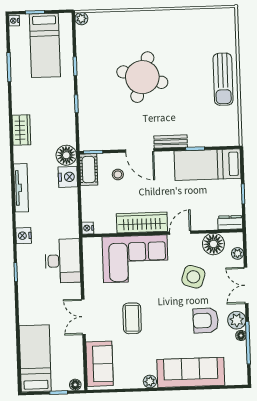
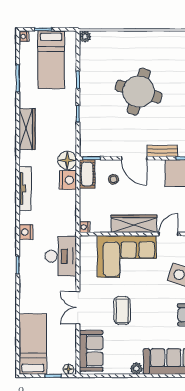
wardrobe: (21, 130) -> (27, 129), width x1.50

